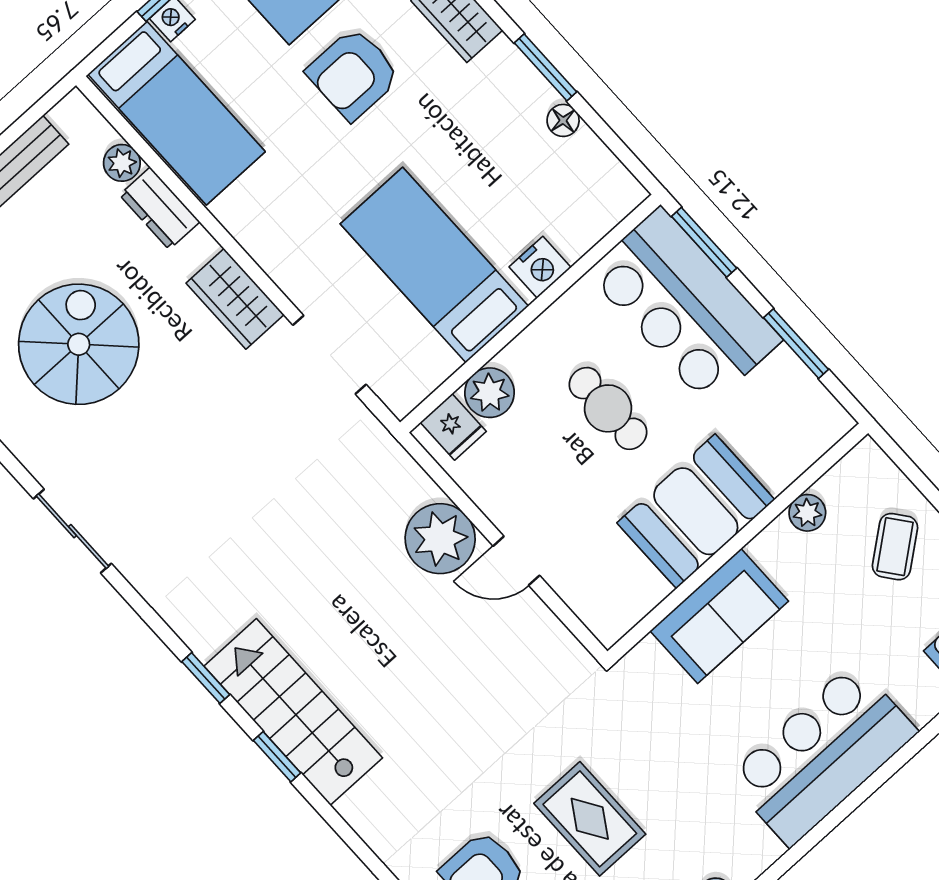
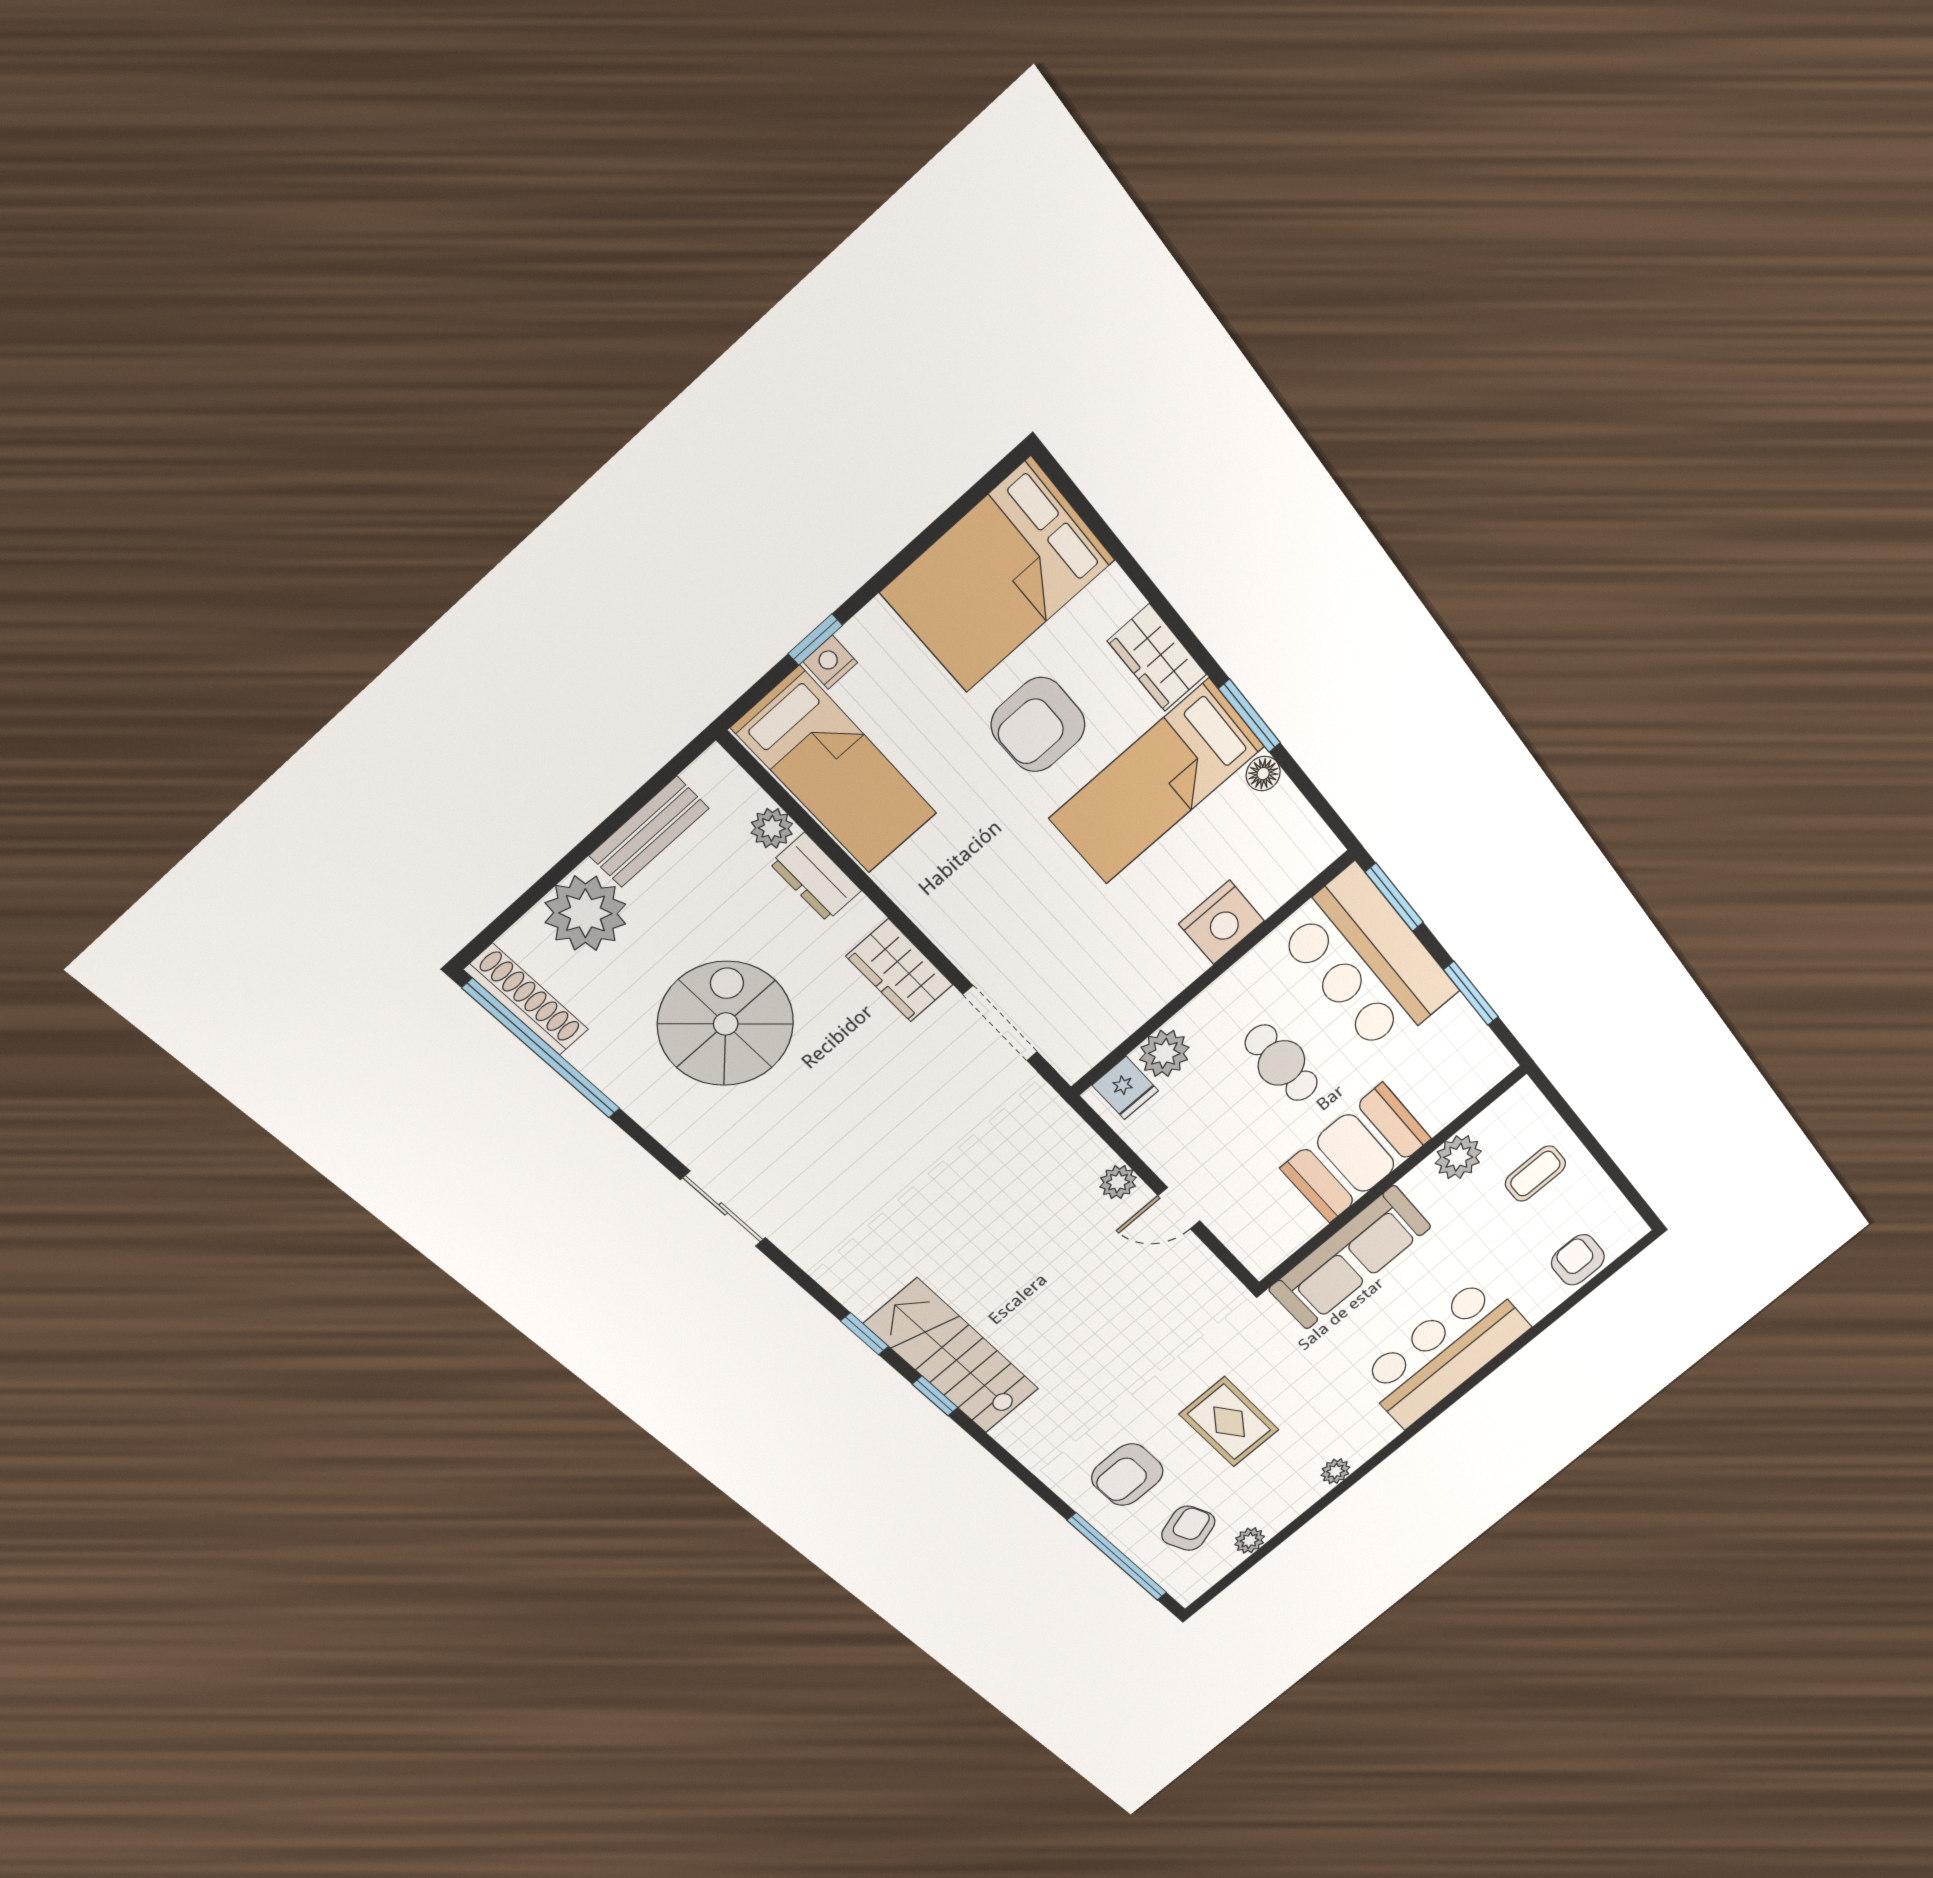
bed: (434, 265) -> (1157, 782), moved, turned -90
nightstand: (540, 267) -> (1221, 922), width x1.36, depth x1.33
plant: (807, 513) -> (1458, 1157), width x1.38, depth x1.38
plant: (440, 539) -> (1118, 1182), width x0.53, depth x0.53
coffee table: (895, 547) -> (1535, 1174), turned 38
sofa: (719, 616) -> (1350, 1258), width x1.36

